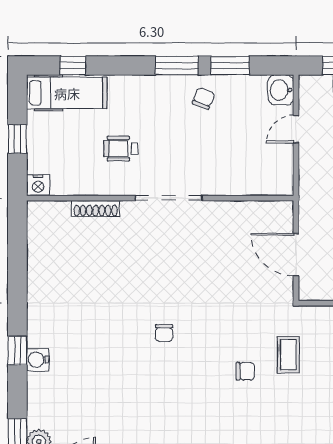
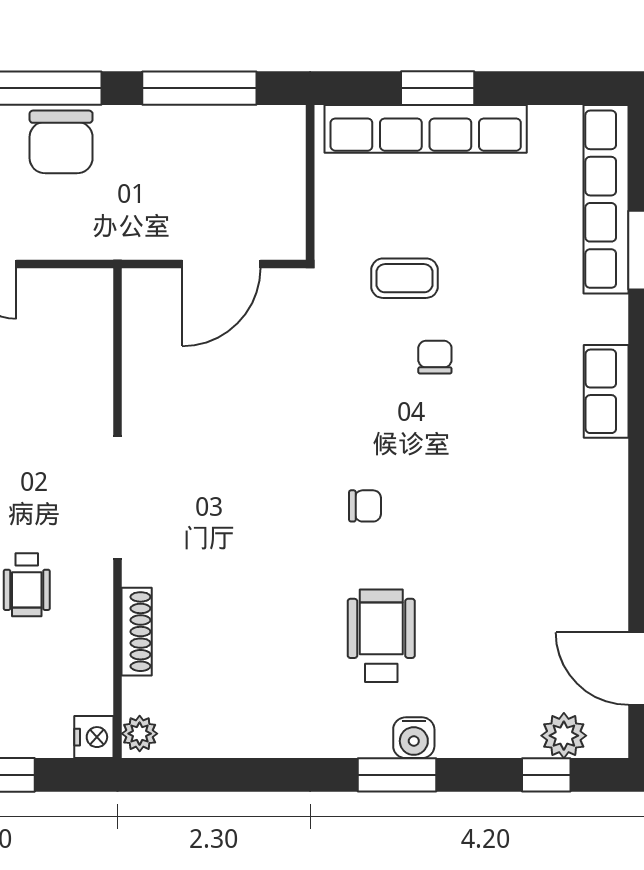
plant: (40, 210) -> (140, 734), added
wheelchair: (93, 342) -> (381, 636), added
window: (17, 351) -> (397, 775), width x1.50

